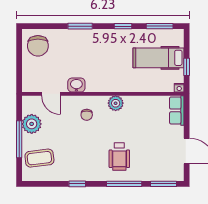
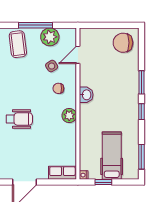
window: (123, 26) -> (141, 112), moved
washbasin: (76, 85) -> (86, 95), moved
side table: (63, 122) -> (52, 66), added
wheelchair: (119, 157) -> (19, 119), turned 180

